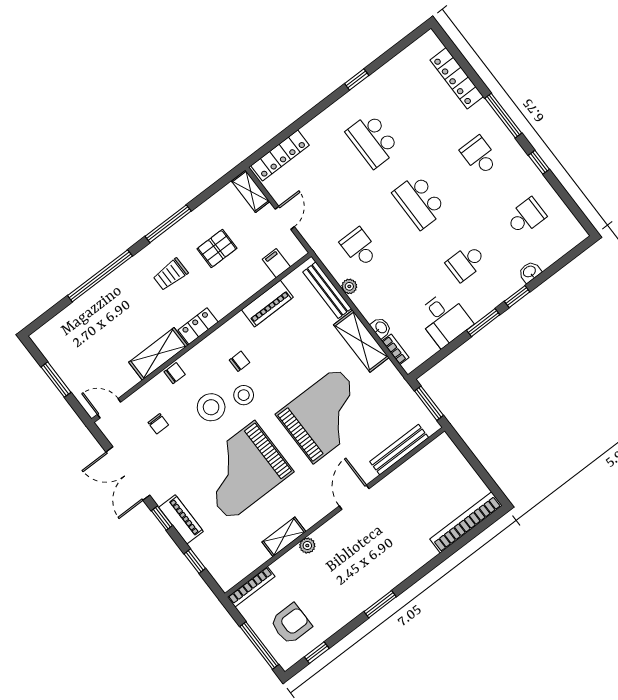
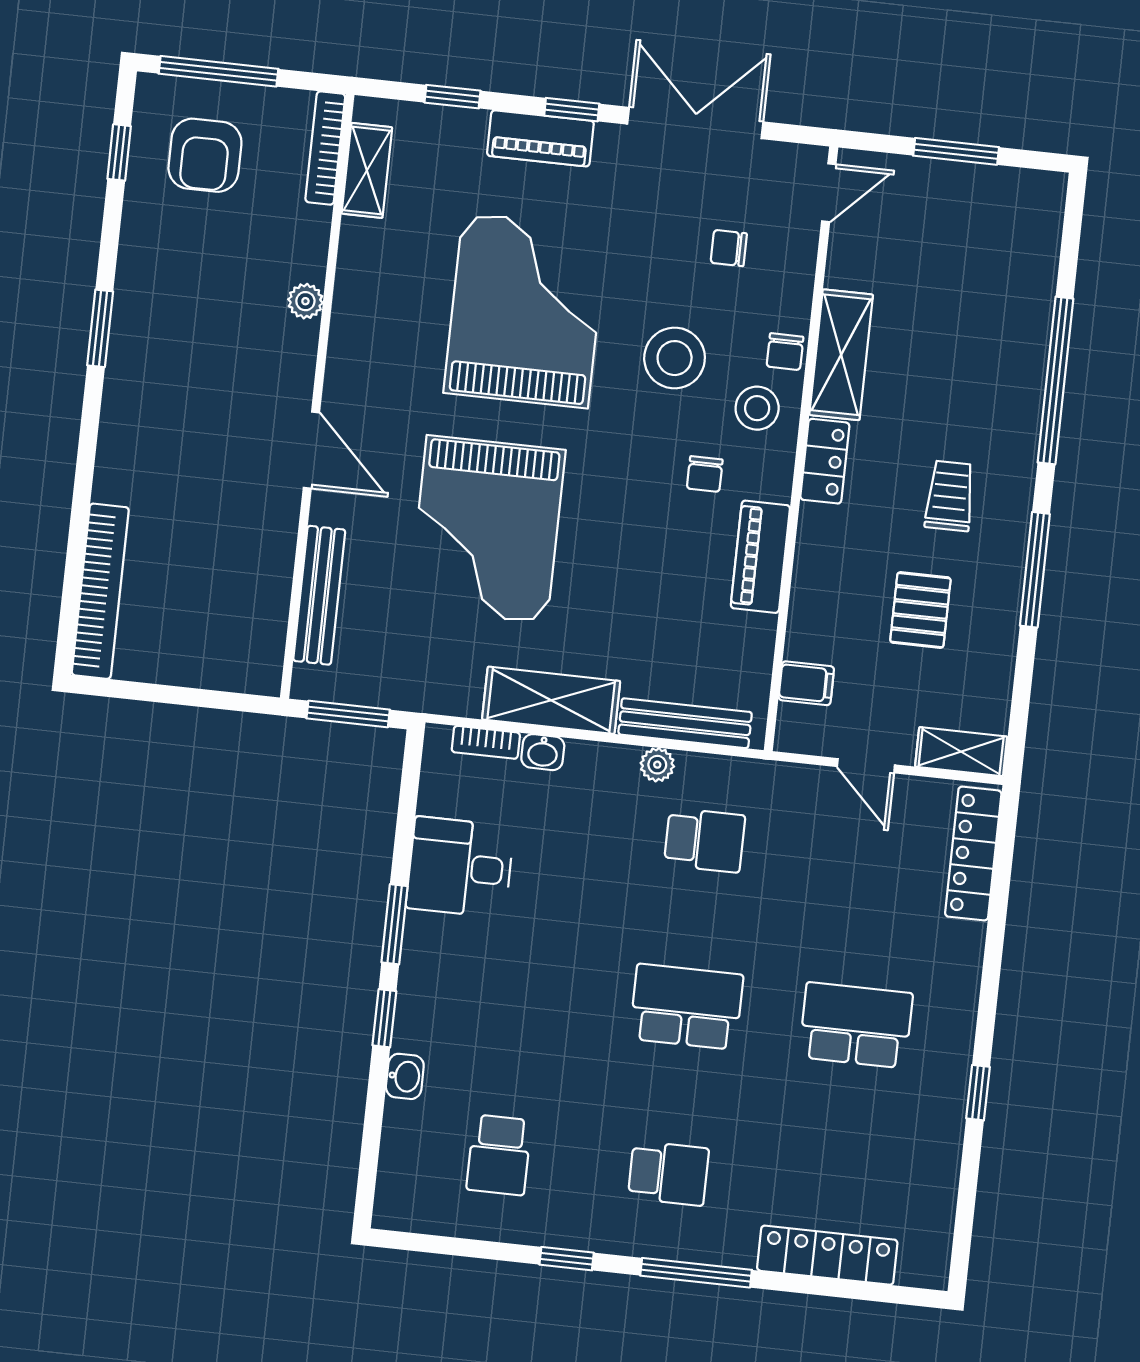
school desk: (466, 263) -> (517, 988), removed
piano: (267, 304) -> (760, 557), moved
stool: (244, 395) -> (757, 408), moved
shelving: (284, 537) -> (367, 170), moved

